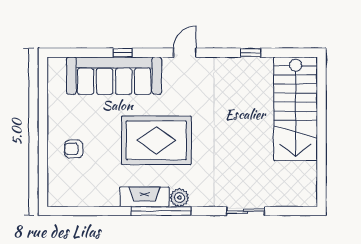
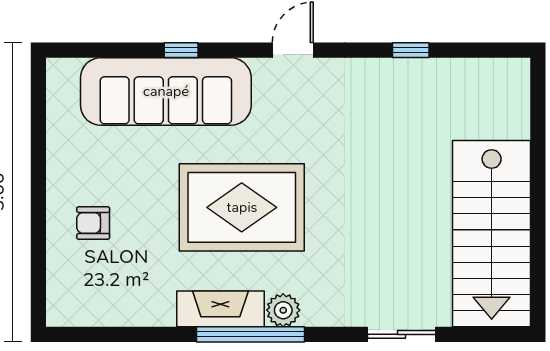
stairs: (296, 109) -> (492, 234), moved

